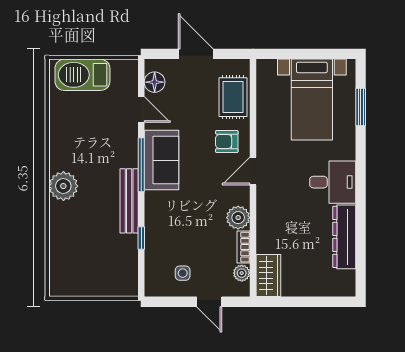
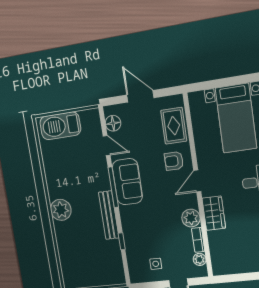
wardrobe: (268, 276) -> (214, 213), moved

